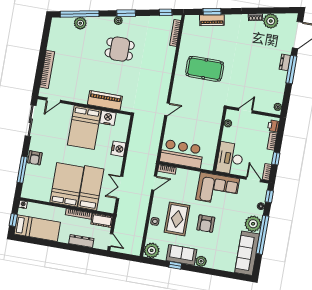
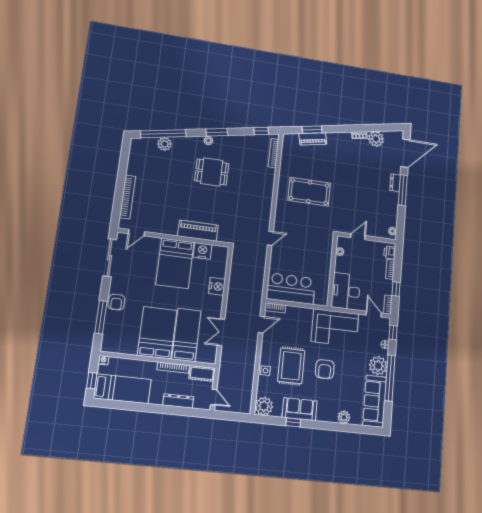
plant: (201, 261) -> (344, 417), moved

